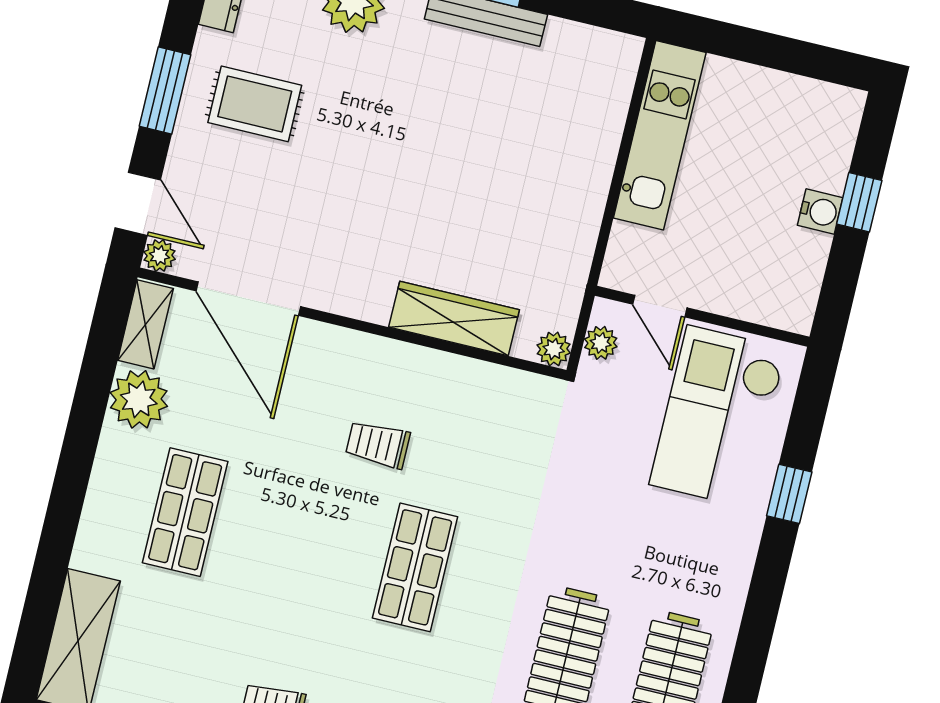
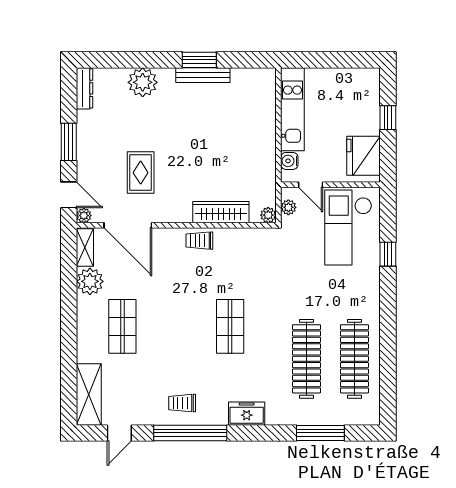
rug: (255, 104) -> (141, 173), moved, turned 90
water cooler: (820, 212) -> (289, 161), moved, turned 180
fridge: (788, 271) -> (364, 156), added
trolley: (378, 444) -> (199, 241), moved

